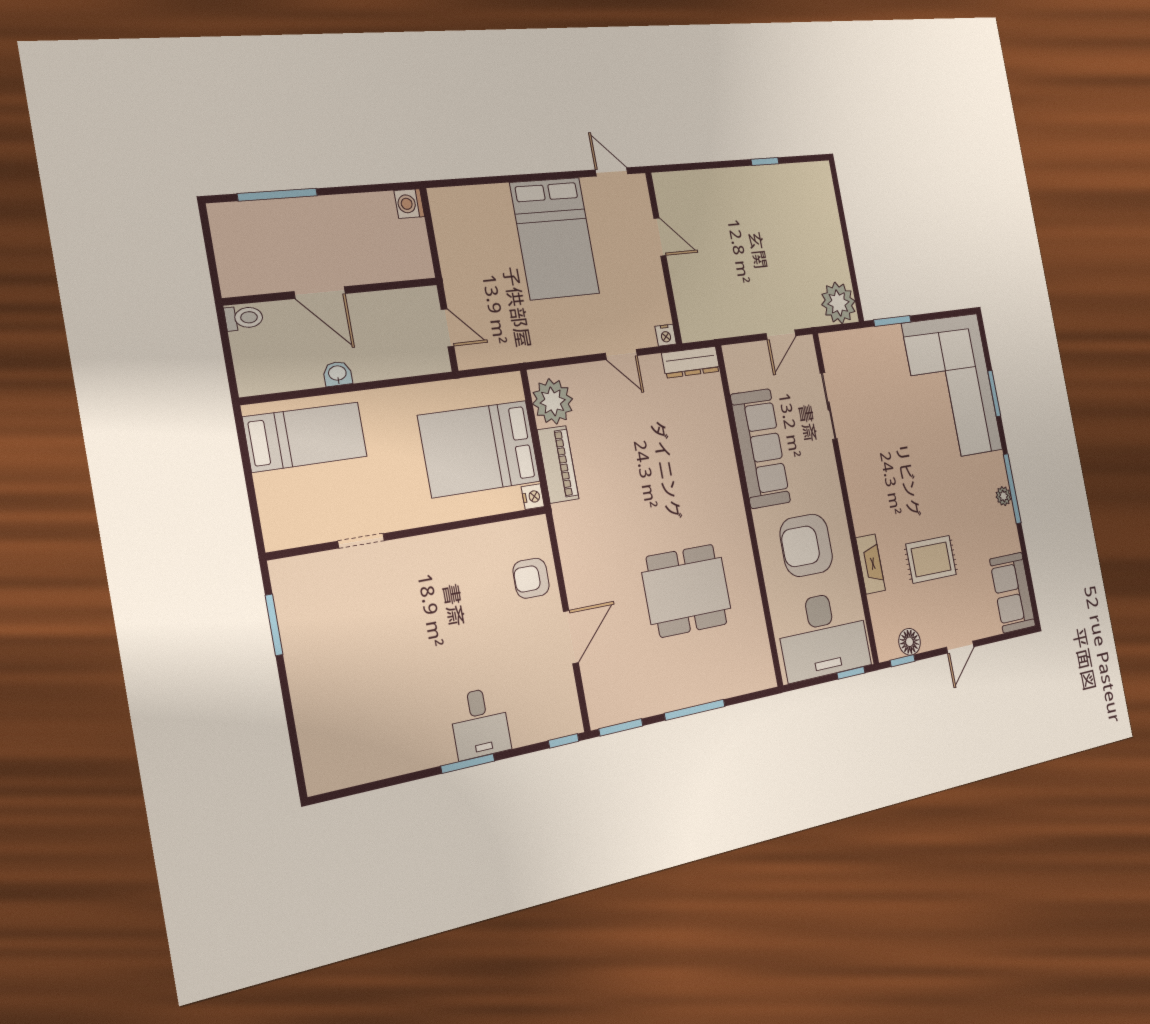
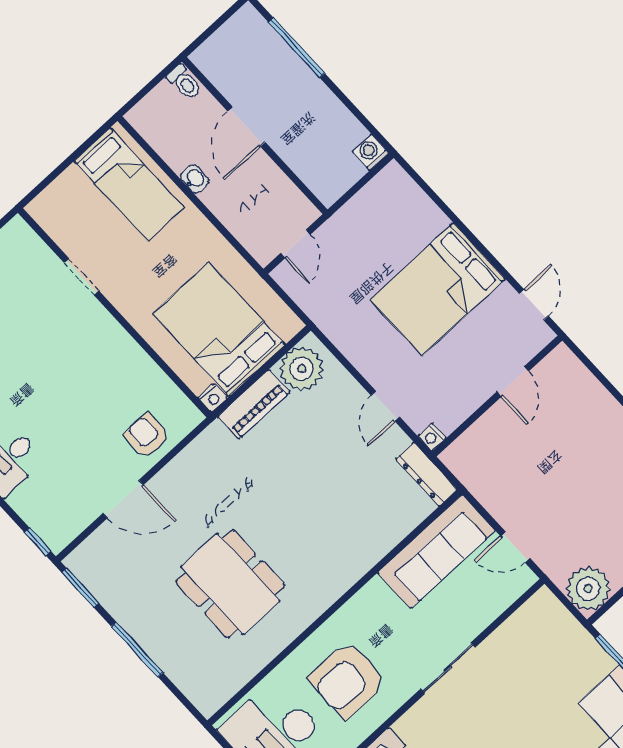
sliding door: (829, 406) -> (448, 668), moved
sofa: (760, 448) -> (436, 552), moved
armchair: (806, 545) -> (347, 680), turned -90

